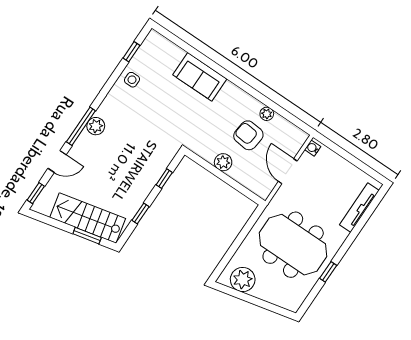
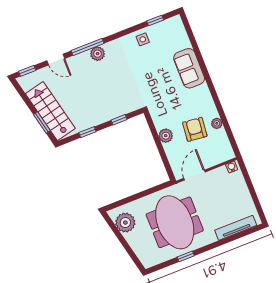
door: (288, 171) -> (194, 175), moved

